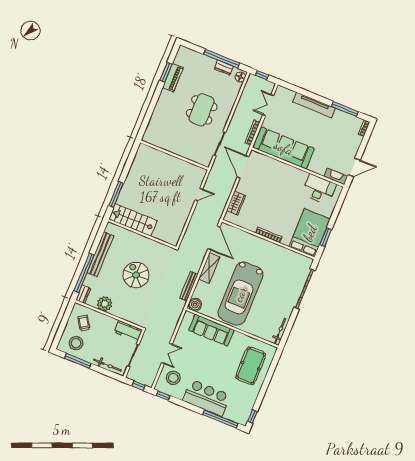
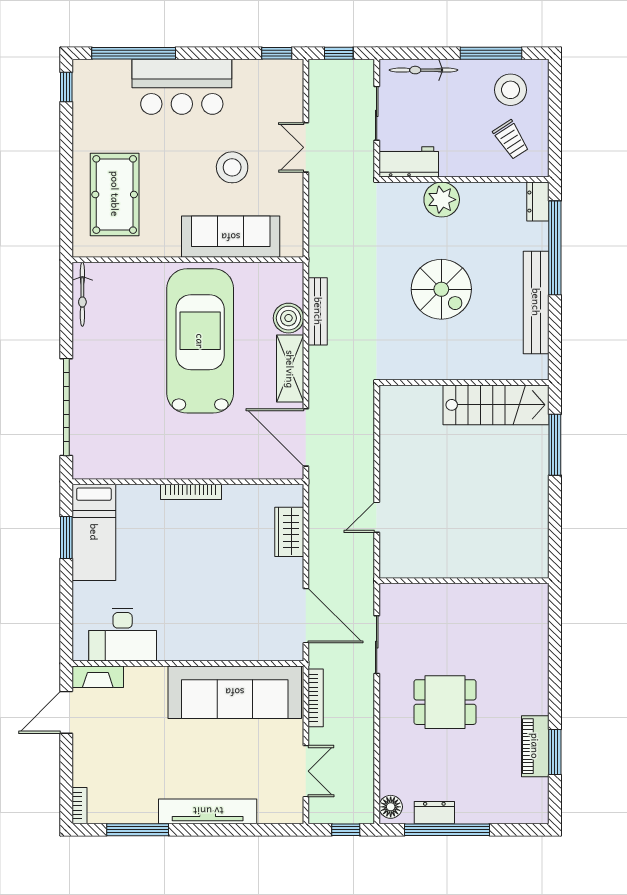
dining table: (202, 110) -> (445, 702), width x0.73
bed: (310, 233) -> (94, 532), width x0.67
plant: (105, 304) -> (442, 200), moved
boiler: (195, 305) -> (289, 318), moved
stool: (173, 378) -> (232, 167), moved

